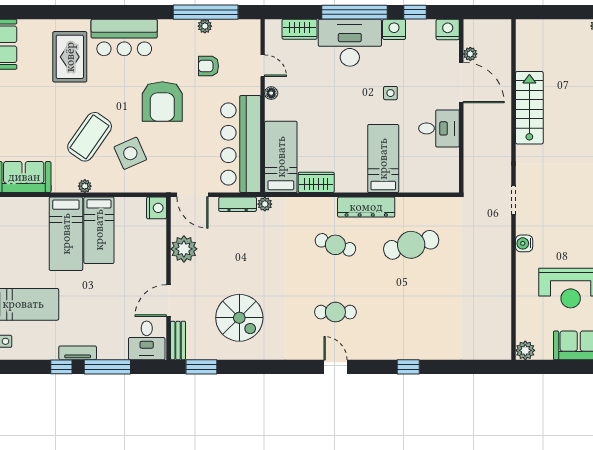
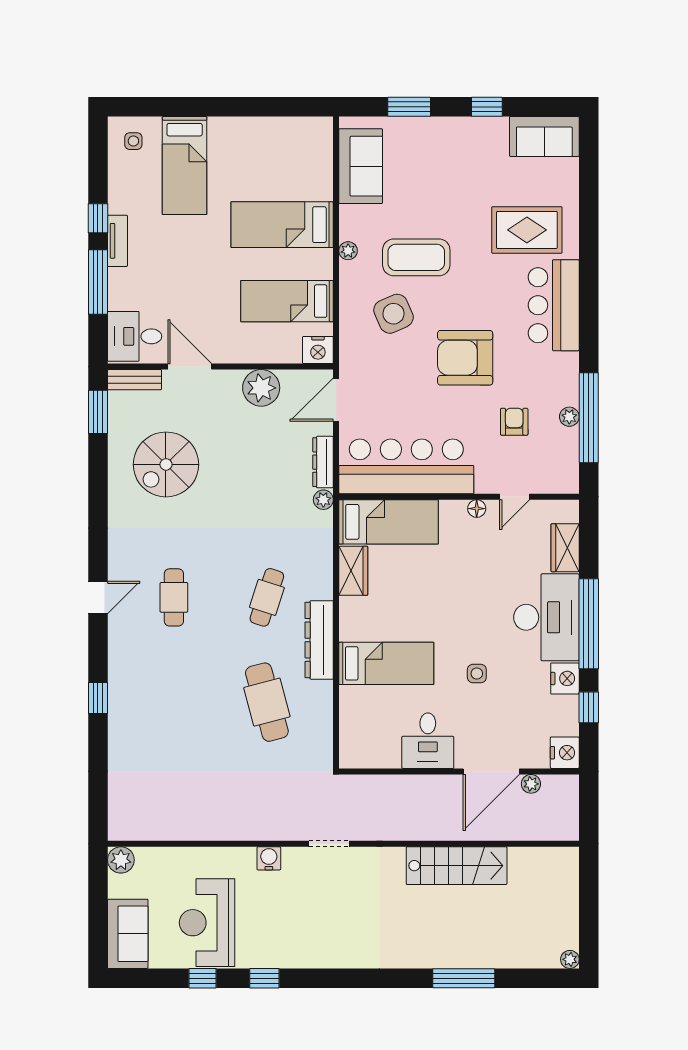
coffee table: (90, 137) -> (416, 257), turned -35
bed: (99, 230) -> (287, 301), moved

